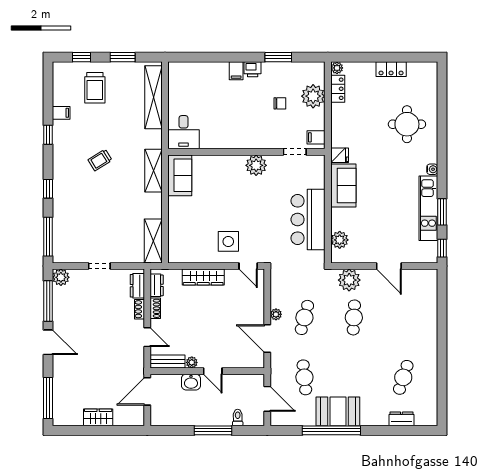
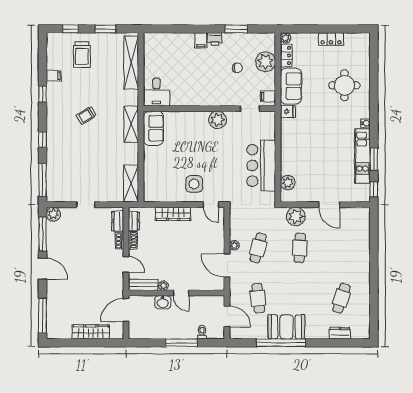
sofa: (343, 186) -> (291, 86), moved
wardrobe: (98, 417) -> (91, 332), width x1.50

